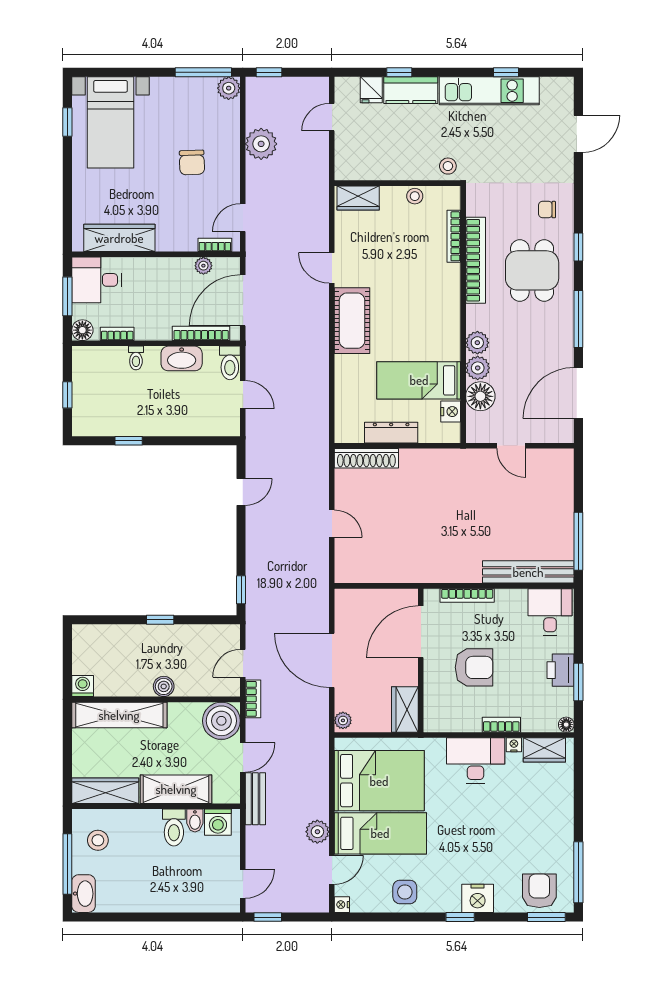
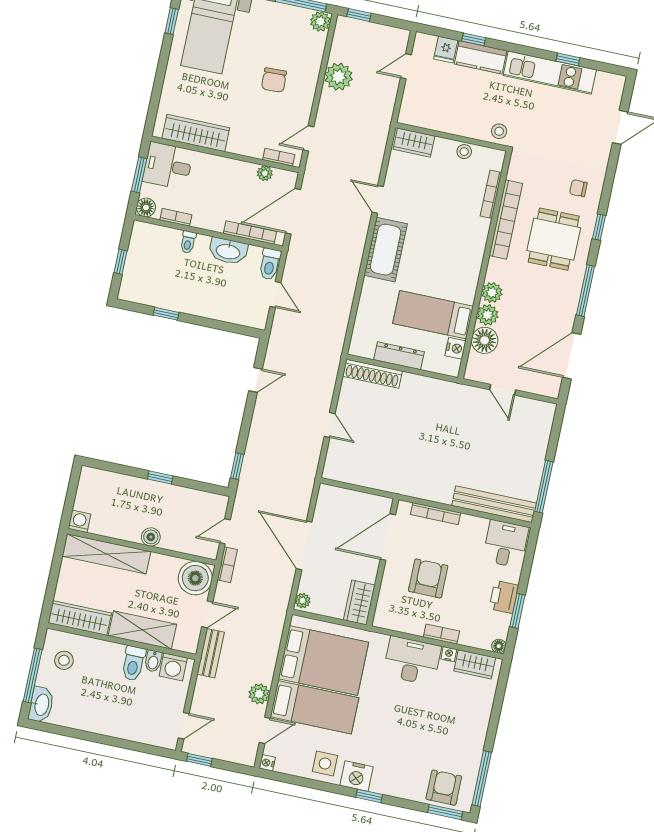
armchair: (474, 667) -> (428, 578), turned -90
nightstand: (478, 898) -> (356, 776), moved

